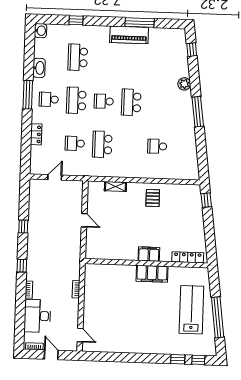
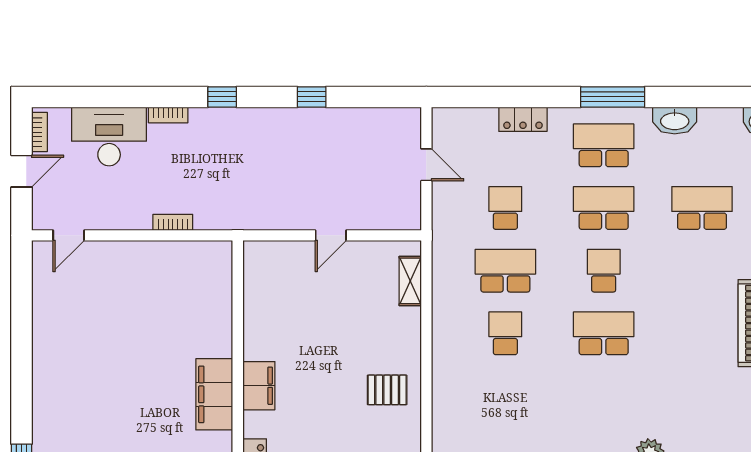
school desk: (49, 99) -> (604, 145), width x1.85
school desk: (157, 146) -> (505, 333), moved
shelving: (115, 187) -> (410, 281), moved

